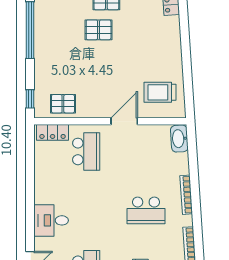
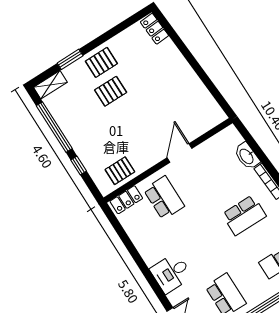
trolley: (160, 92) -> (194, 110), removed
window: (30, 99) -> (79, 165), moved
washbasin: (179, 139) -> (247, 156), moved

